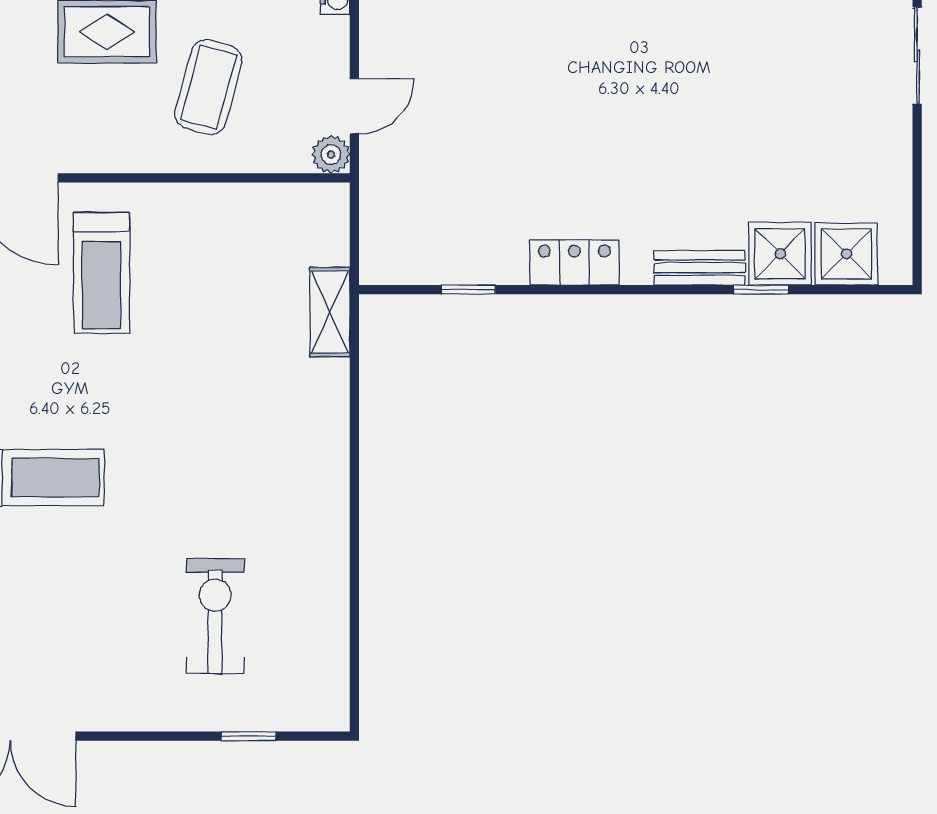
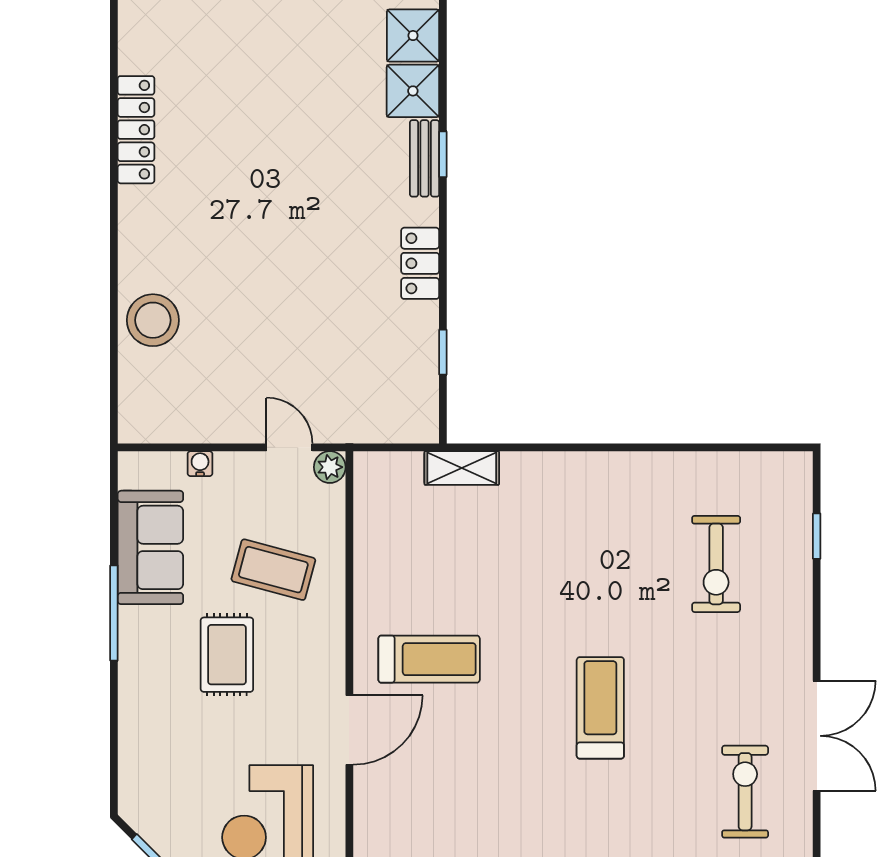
window: (761, 290) -> (443, 154), moved
exercise bike: (215, 616) -> (716, 564), turned -90

